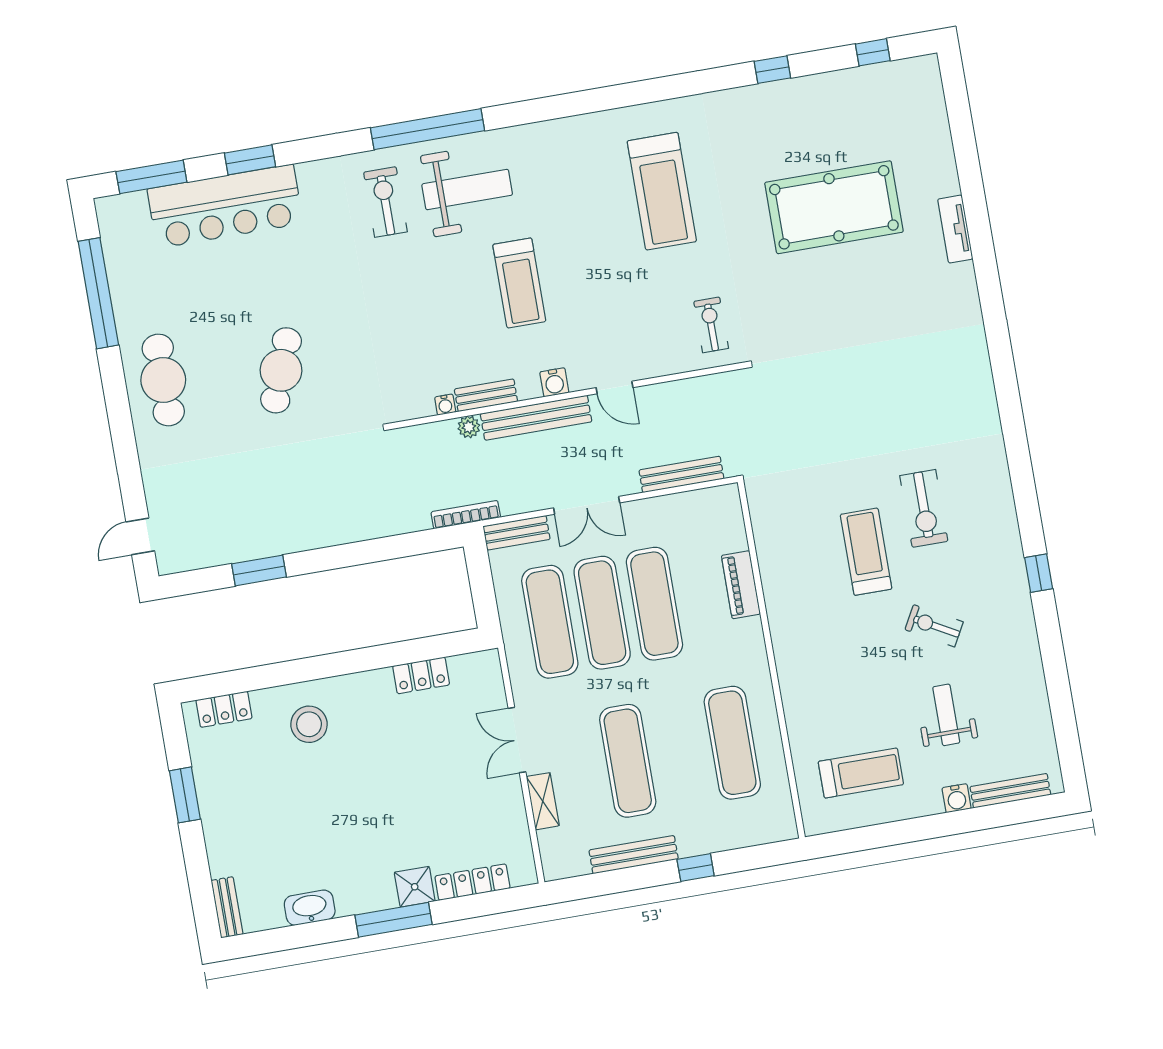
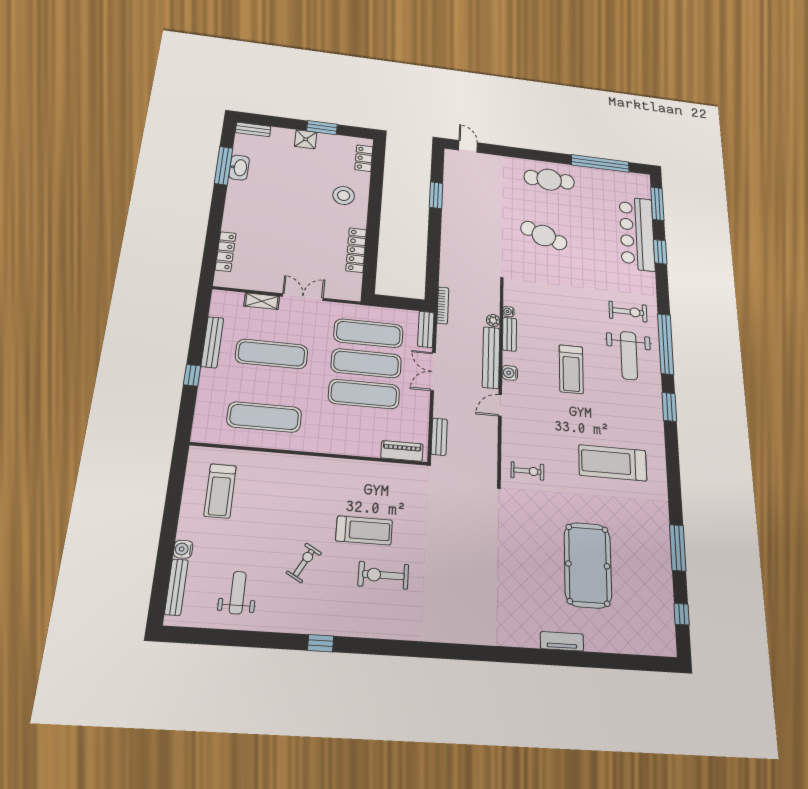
window: (772, 70) -> (678, 548), width x2.17
window: (541, 110) -> (669, 407), added
treadmill: (519, 283) -> (571, 369), turned -90
bench: (681, 474) -> (439, 437), width x0.73
piano: (741, 585) -> (402, 451), moved
locker: (421, 675) -> (356, 250), width x1.53
weight bench: (946, 715) -> (238, 593), moved, turned -90
shower: (415, 887) -> (306, 139), moved
window: (393, 920) -> (224, 166), moved

